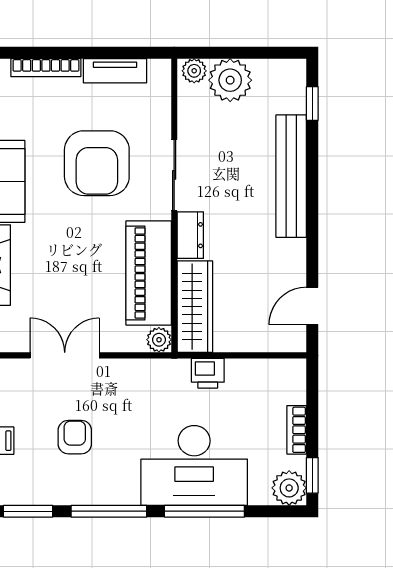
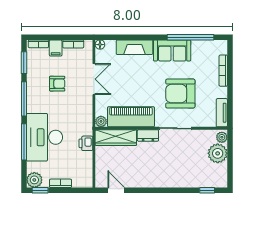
tv unit: (115, 71) -> (222, 113), moved
bench: (291, 176) -> (174, 181), removed

